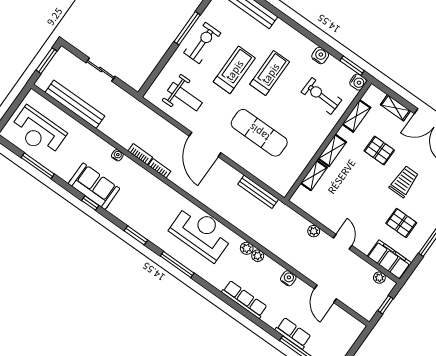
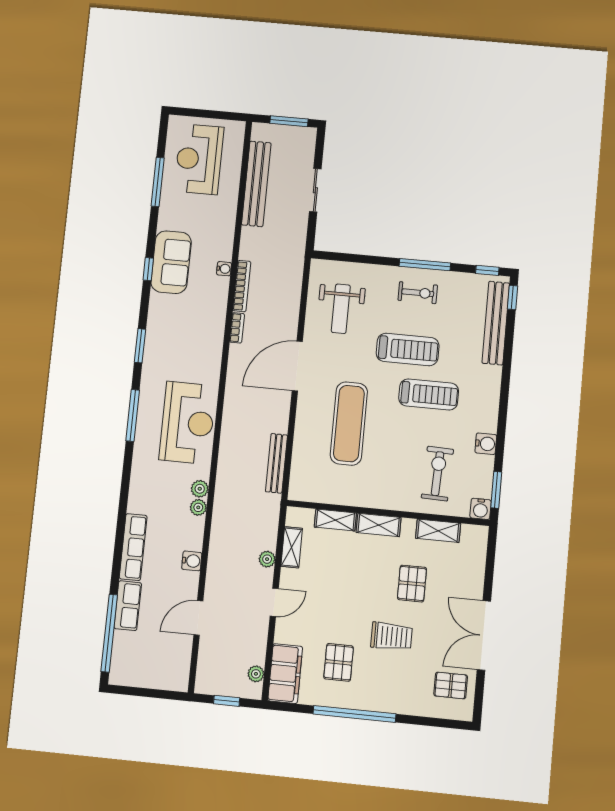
exercise bike: (202, 43) -> (418, 293), width x0.73, depth x0.72
shelving: (395, 108) -> (292, 547), moved
bookcase: (140, 154) -> (242, 286), width x1.56
row of seats: (244, 299) -> (133, 547), moved

